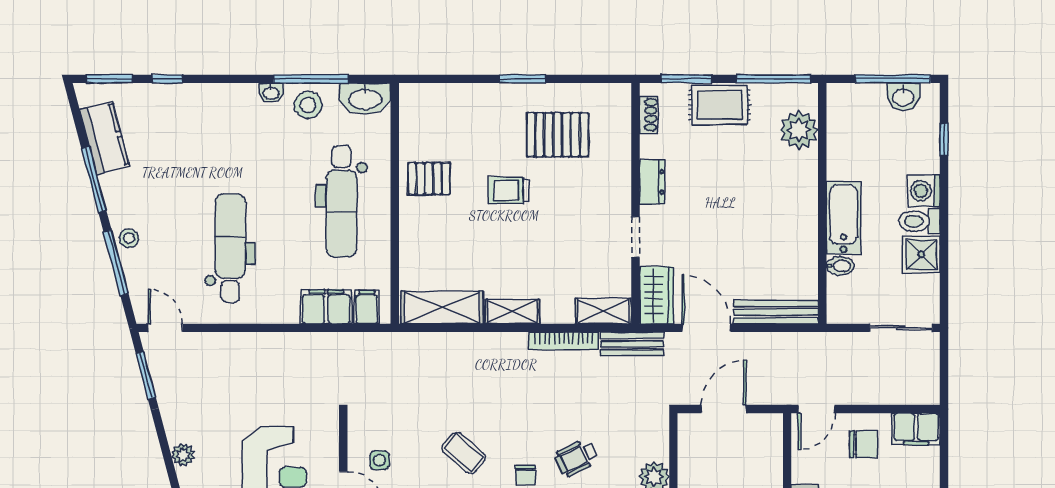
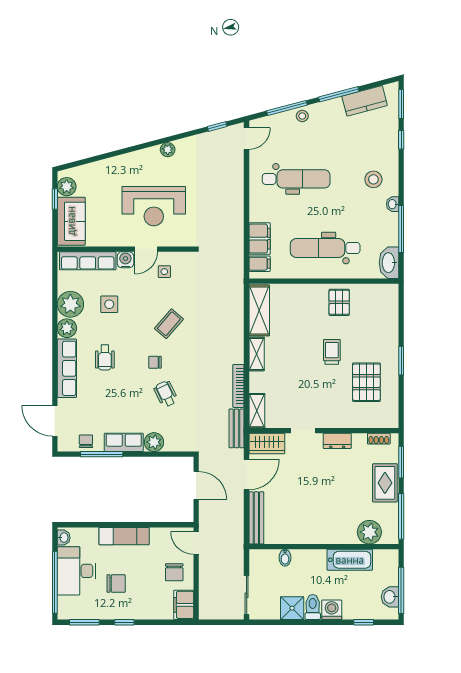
stool: (308, 105) -> (373, 179), moved
bathtub: (843, 218) -> (350, 560), moved
window: (146, 375) -> (217, 126), width x0.67

